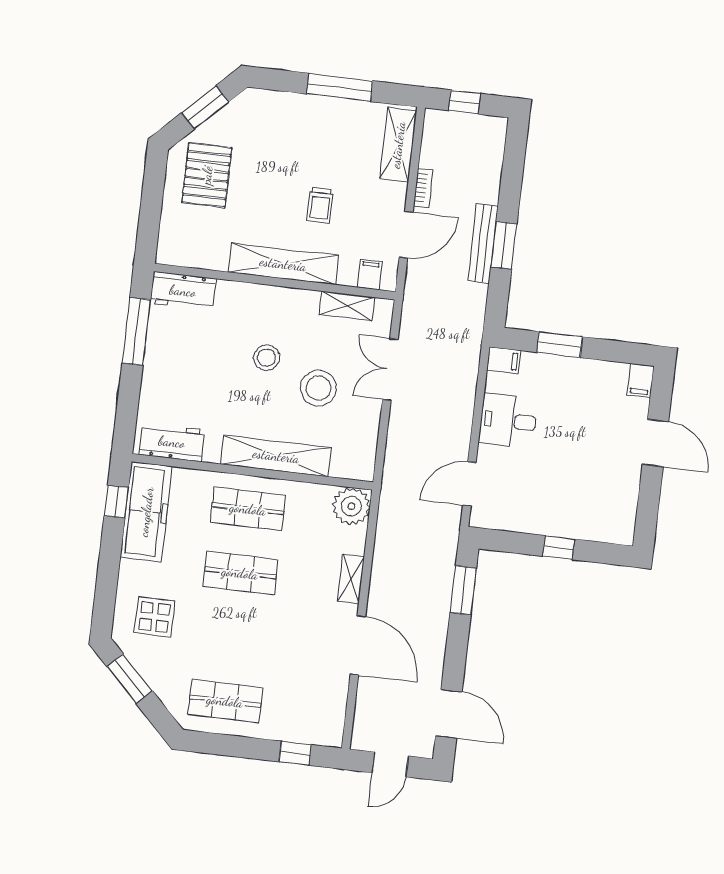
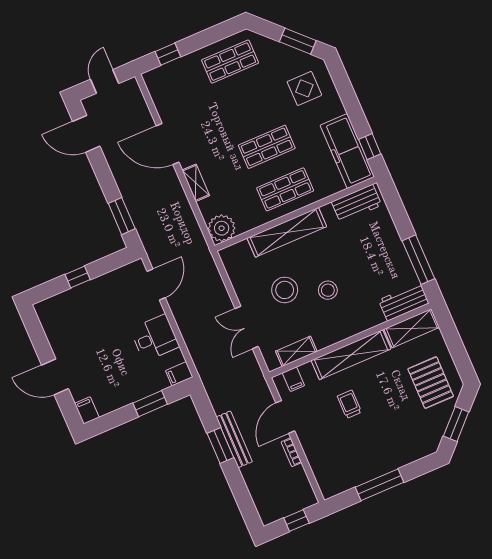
shelving: (398, 145) -> (412, 328), moved, turned 90
double door: (390, 369) -> (247, 327), swing flipped

